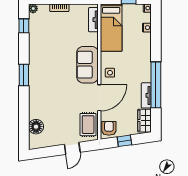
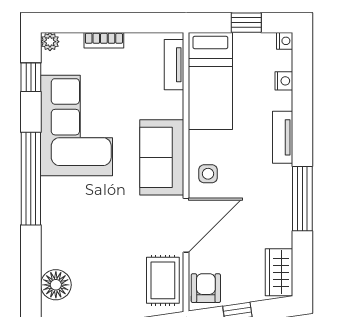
corner sofa: (46, 49) -> (77, 125), added
window: (24, 75) -> (31, 179), width x2.11
window: (156, 85) -> (302, 199), width x0.68
tv unit: (146, 95) -> (283, 137), moved

